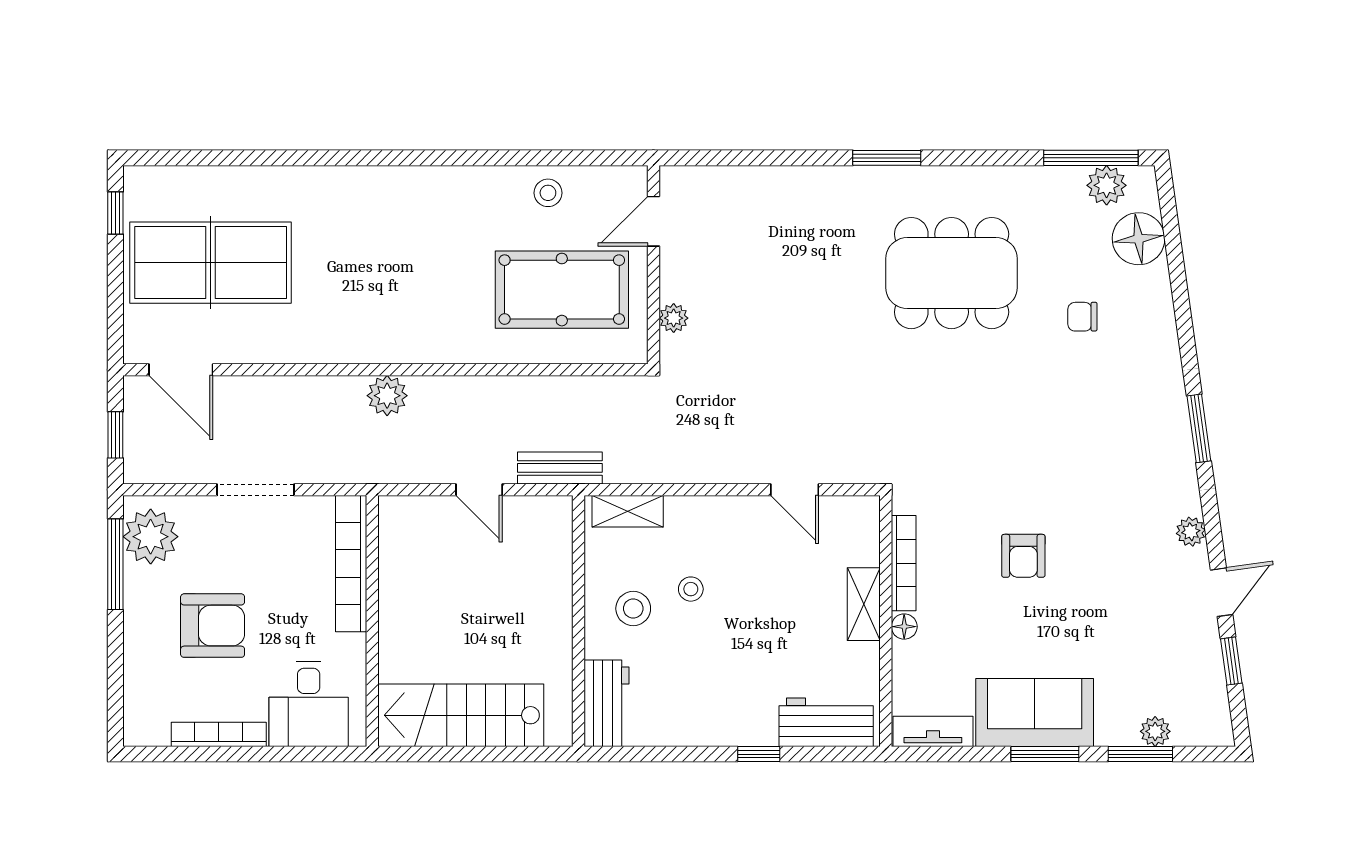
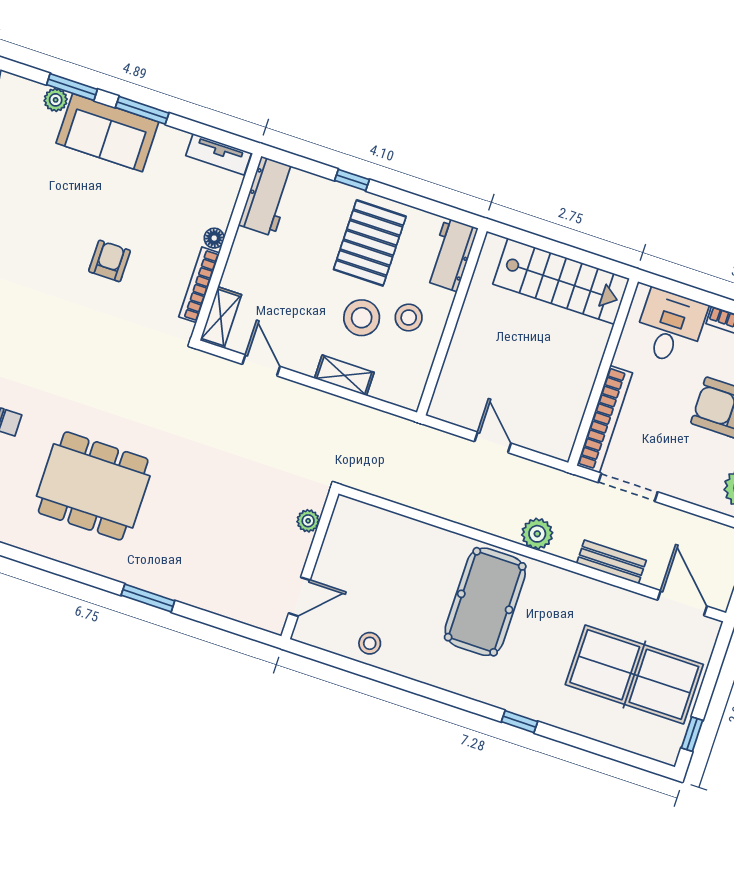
window: (332, 158) -> (519, 722), added
window: (887, 158) -> (148, 598), moved
pool table: (562, 290) -> (485, 602), moved, turned 90
bench: (560, 468) -> (611, 562), moved
doorway: (256, 490) -> (628, 487), moved
shelving: (628, 511) -> (344, 375), moved
stool: (691, 589) -> (362, 318), width x1.89, depth x1.89
shelving: (864, 604) -> (221, 317), moved
pallet: (711, 684) -> (370, 243), added
sofa: (1035, 712) -> (107, 133), moved
workbench: (826, 722) -> (267, 196), moved, turned -90

